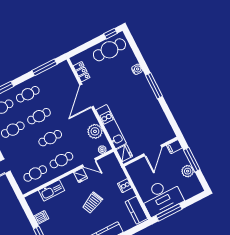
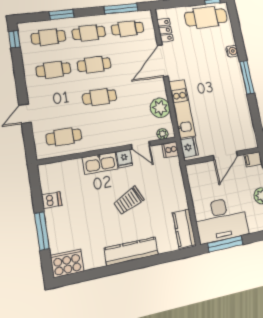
cafe table: (61, 160) -> (128, 29), moved
cooker: (125, 186) -> (170, 150), moved
kitchen sink: (52, 190) -> (100, 163), moved

